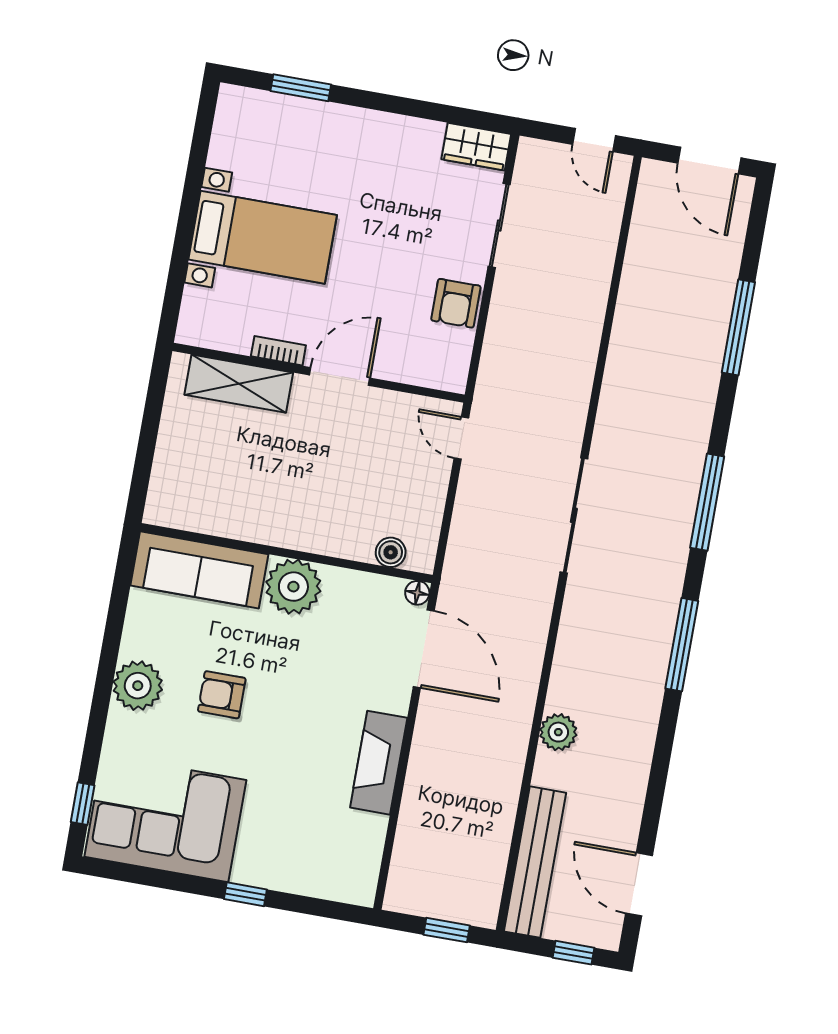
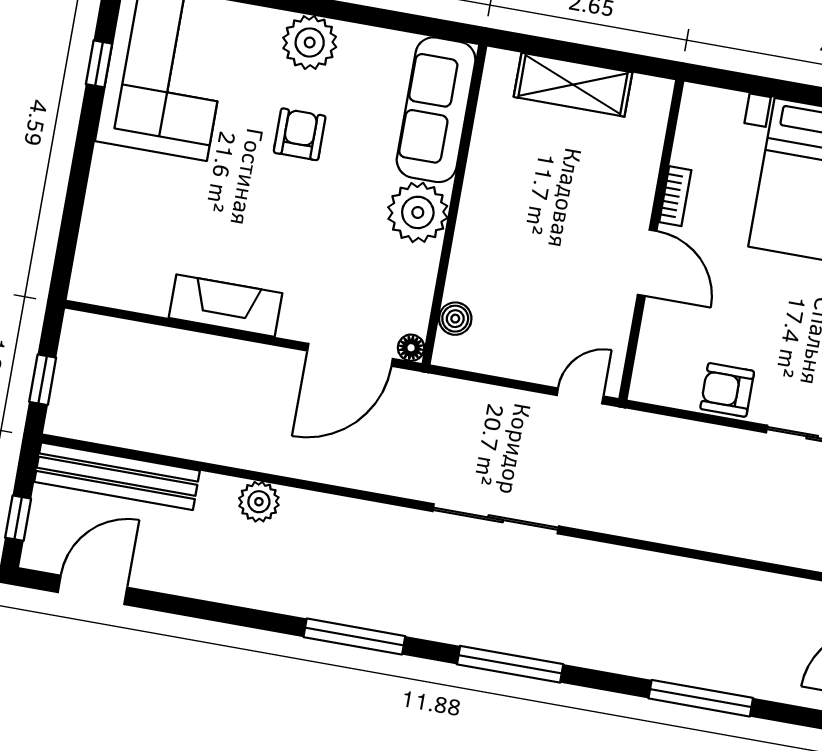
shelving: (239, 384) -> (573, 85), moved, turned 90
window: (245, 894) -> (99, 64), moved

